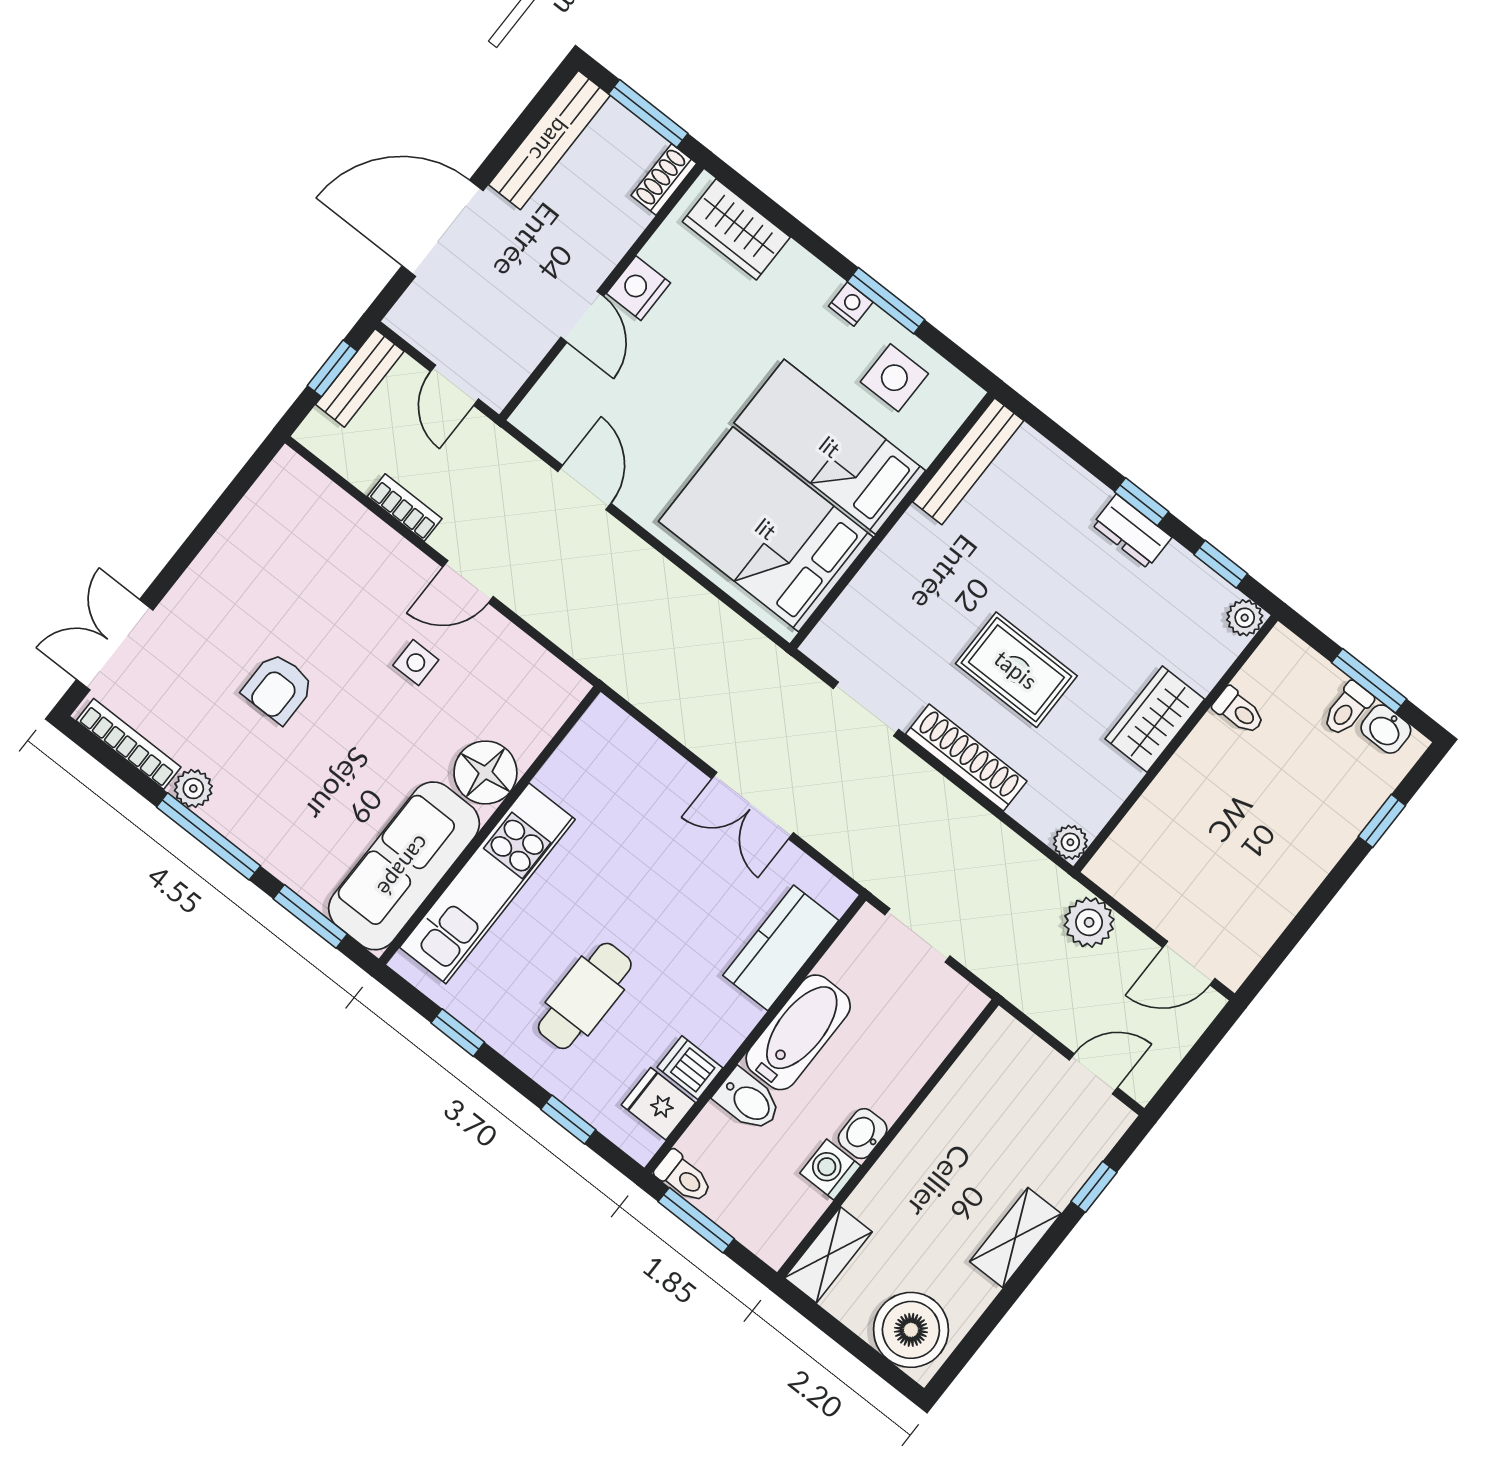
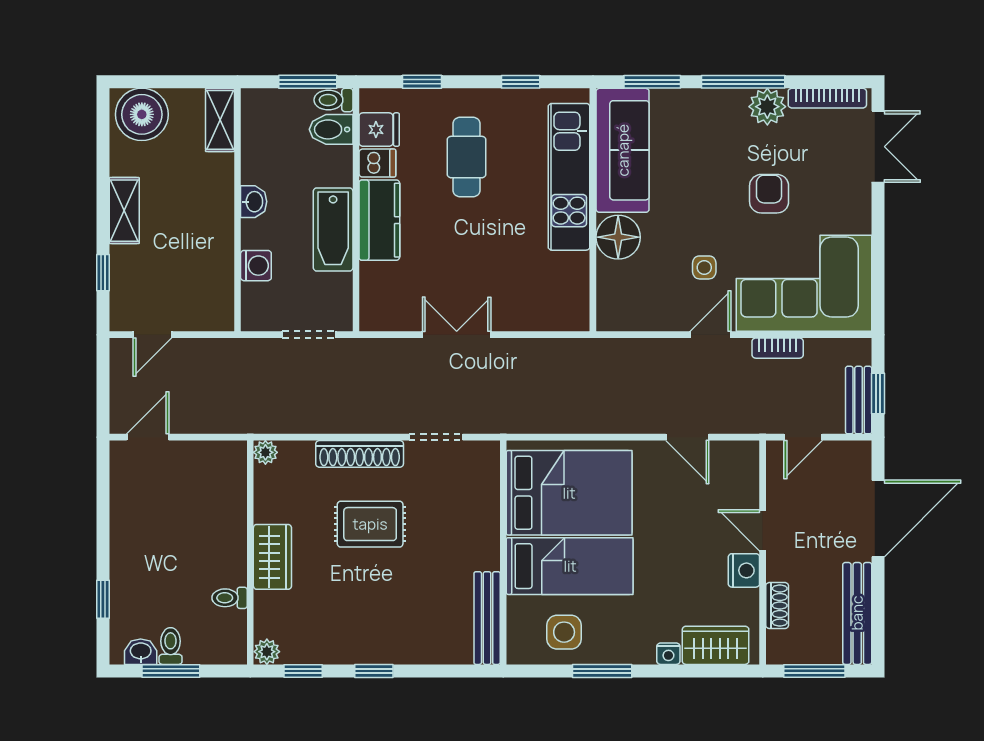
shoe rack: (664, 179) -> (777, 606), moved
nightstand: (851, 304) -> (668, 654), moved
door: (455, 385) -> (803, 437), swing flipped
dresser: (1132, 531) -> (367, 651), removed
corner sofa: (318, 557) -> (804, 283), added
plant: (193, 788) -> (767, 107), width x1.38, depth x1.38
plant: (1089, 922) -> (220, 416), removed
kitchen counter: (781, 948) -> (379, 220), moved
bidet: (748, 1101) -> (331, 129), moved
washing machine: (830, 1169) -> (256, 266), moved

